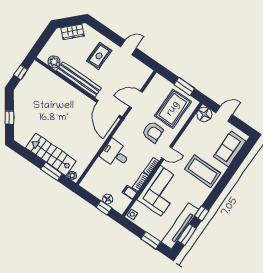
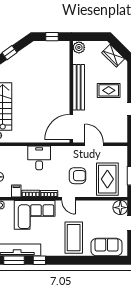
plant: (54, 62) -> (79, 47), moved
rug: (173, 109) -> (107, 179), turned 90
armchair: (153, 132) -> (77, 176), turned -90

